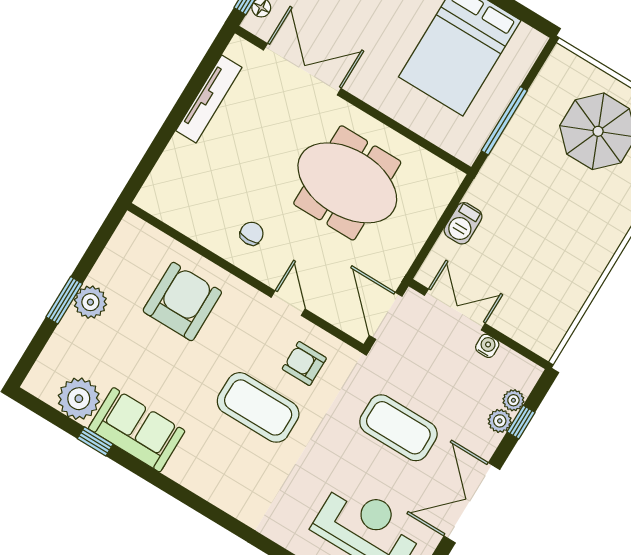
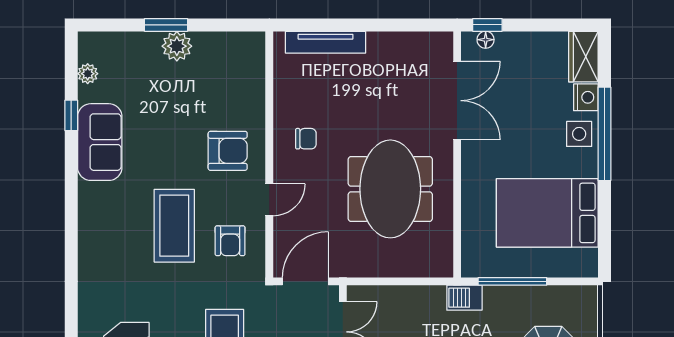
tv unit: (209, 99) -> (325, 42), moved
barbecue: (463, 223) -> (464, 298), moved
armchair: (182, 302) -> (228, 151), moved, width x0.73, depth x0.73
armchair: (304, 364) -> (230, 241), turned 180
plant: (79, 399) -> (88, 74), width x0.53, depth x0.53

